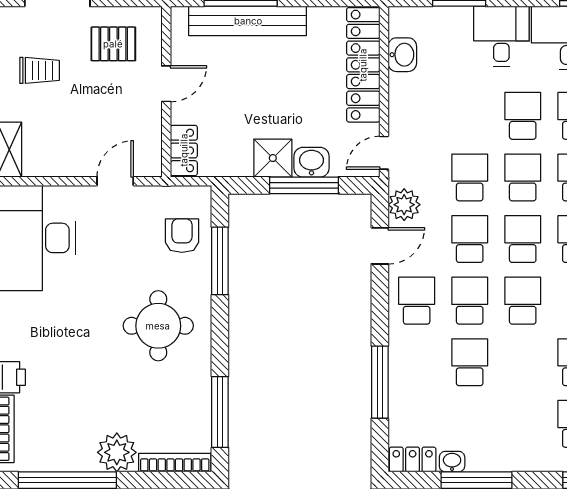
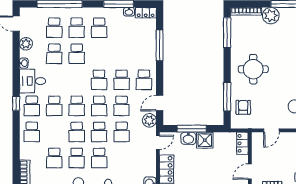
armchair: (182, 236) -> (243, 107), turned 180
school desk: (470, 362) -> (99, 28), moved

